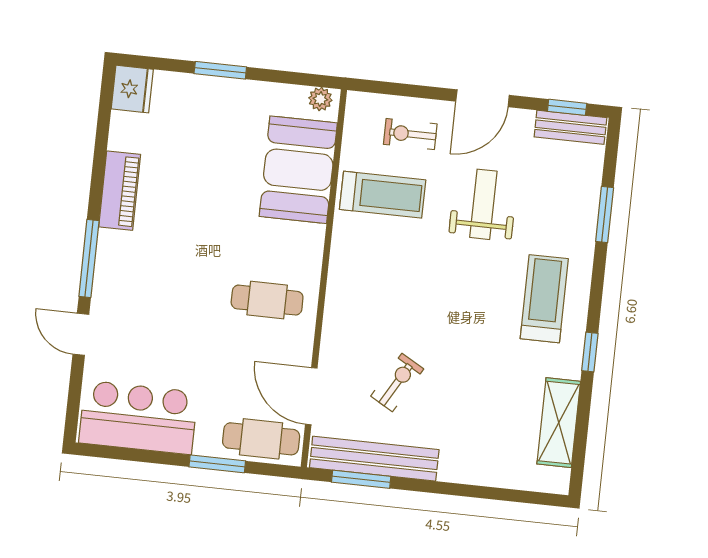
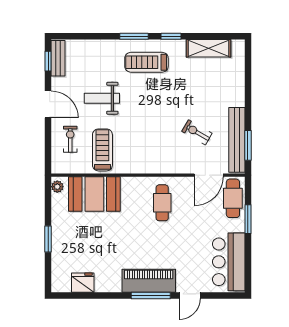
fridge: (132, 89) -> (83, 283), moved
exercise bike: (410, 134) -> (70, 139), turned 180
piano: (120, 191) -> (149, 281), moved, width x1.37, depth x1.33
window: (605, 215) -> (134, 36), moved

